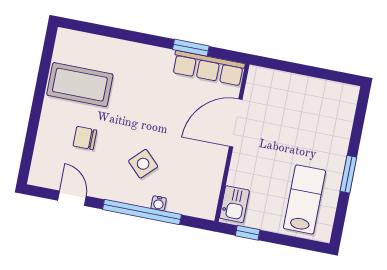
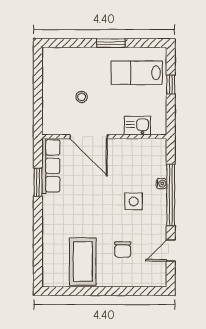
stool: (288, 124) -> (82, 97), added
side table: (143, 164) -> (134, 201), turned 45
kitchen sink: (234, 204) -> (137, 126), moved
window: (248, 233) -> (171, 85), moved

